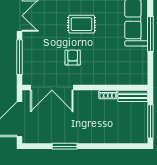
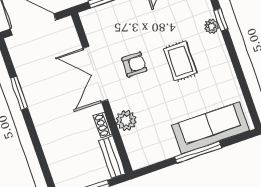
plant: (110, 77) -> (126, 121), added
double door: (52, 87) -> (95, 74), moved

